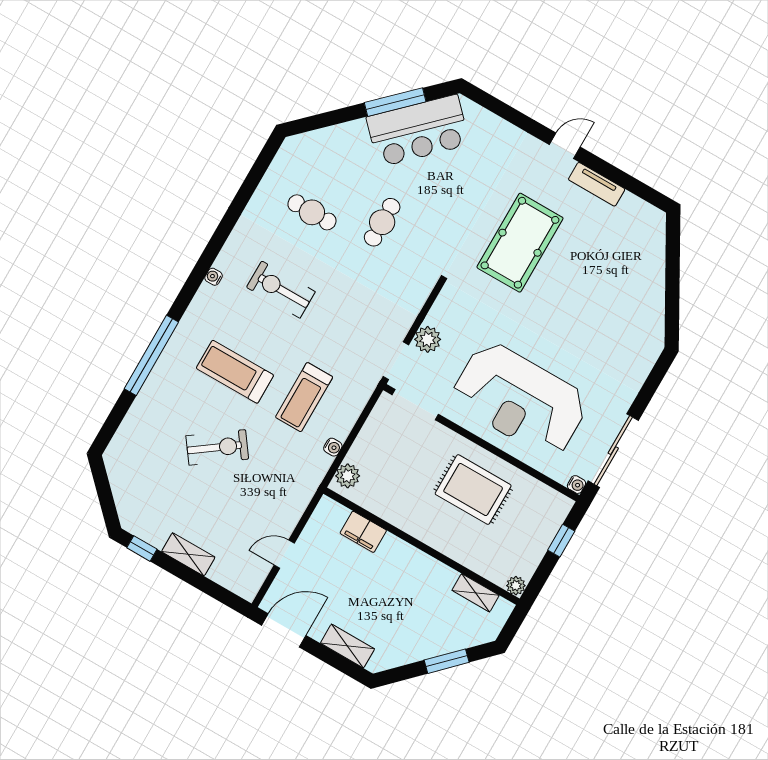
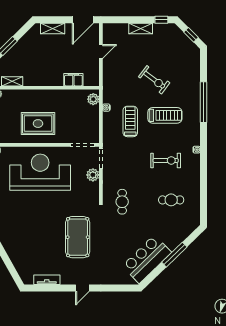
window: (395, 102) -> (174, 255), moved
tv unit: (597, 184) -> (47, 280), moved
cafe table: (382, 222) -> (122, 202), moved
exercise bike: (217, 447) -> (154, 80), turned -107
window: (104, 490) -> (191, 35), added

